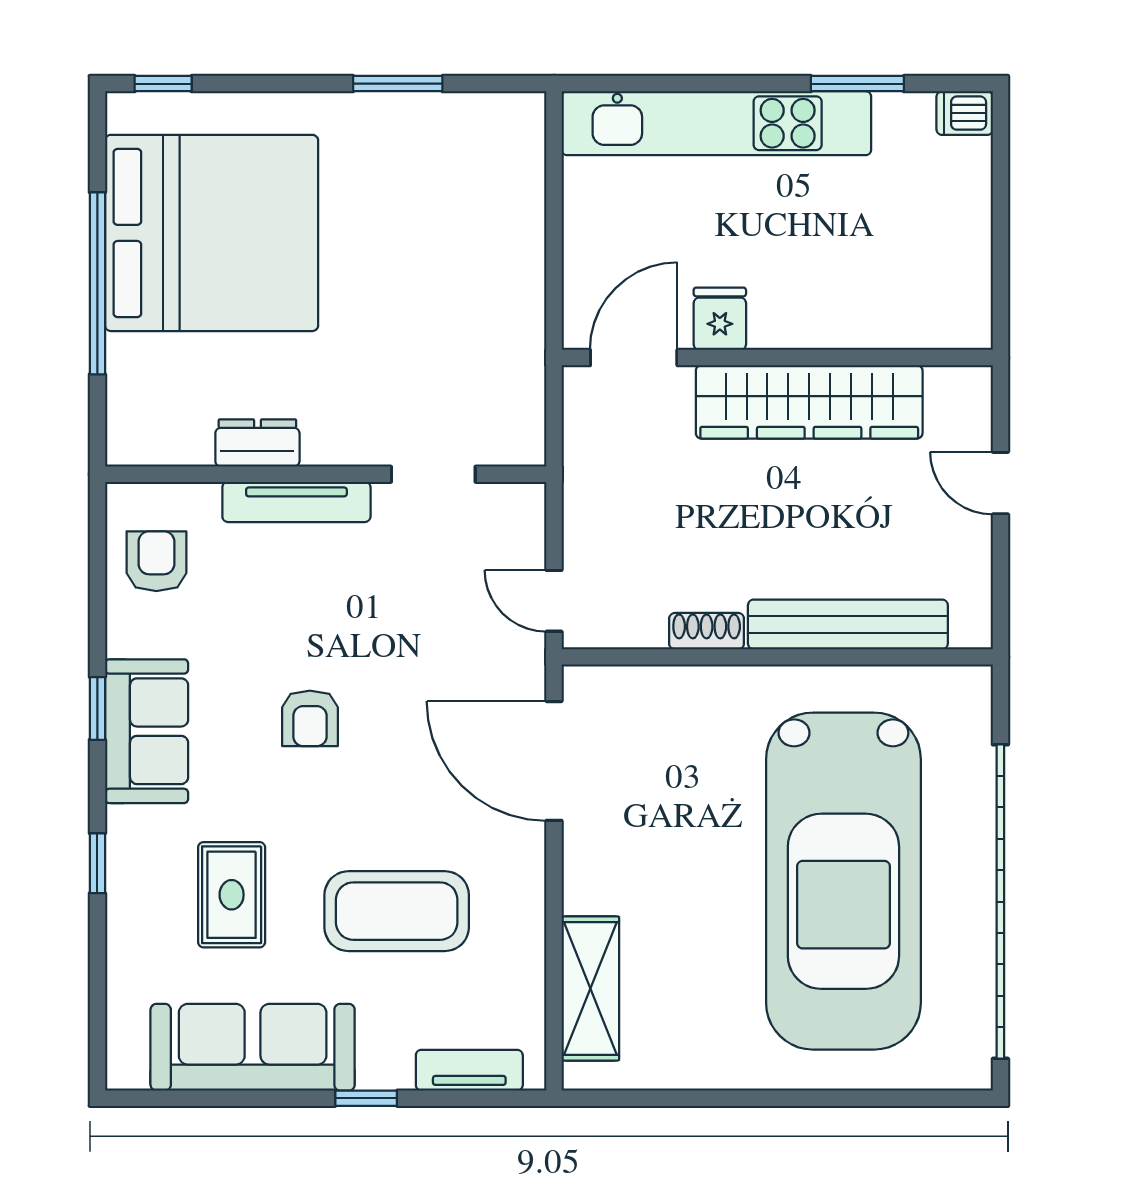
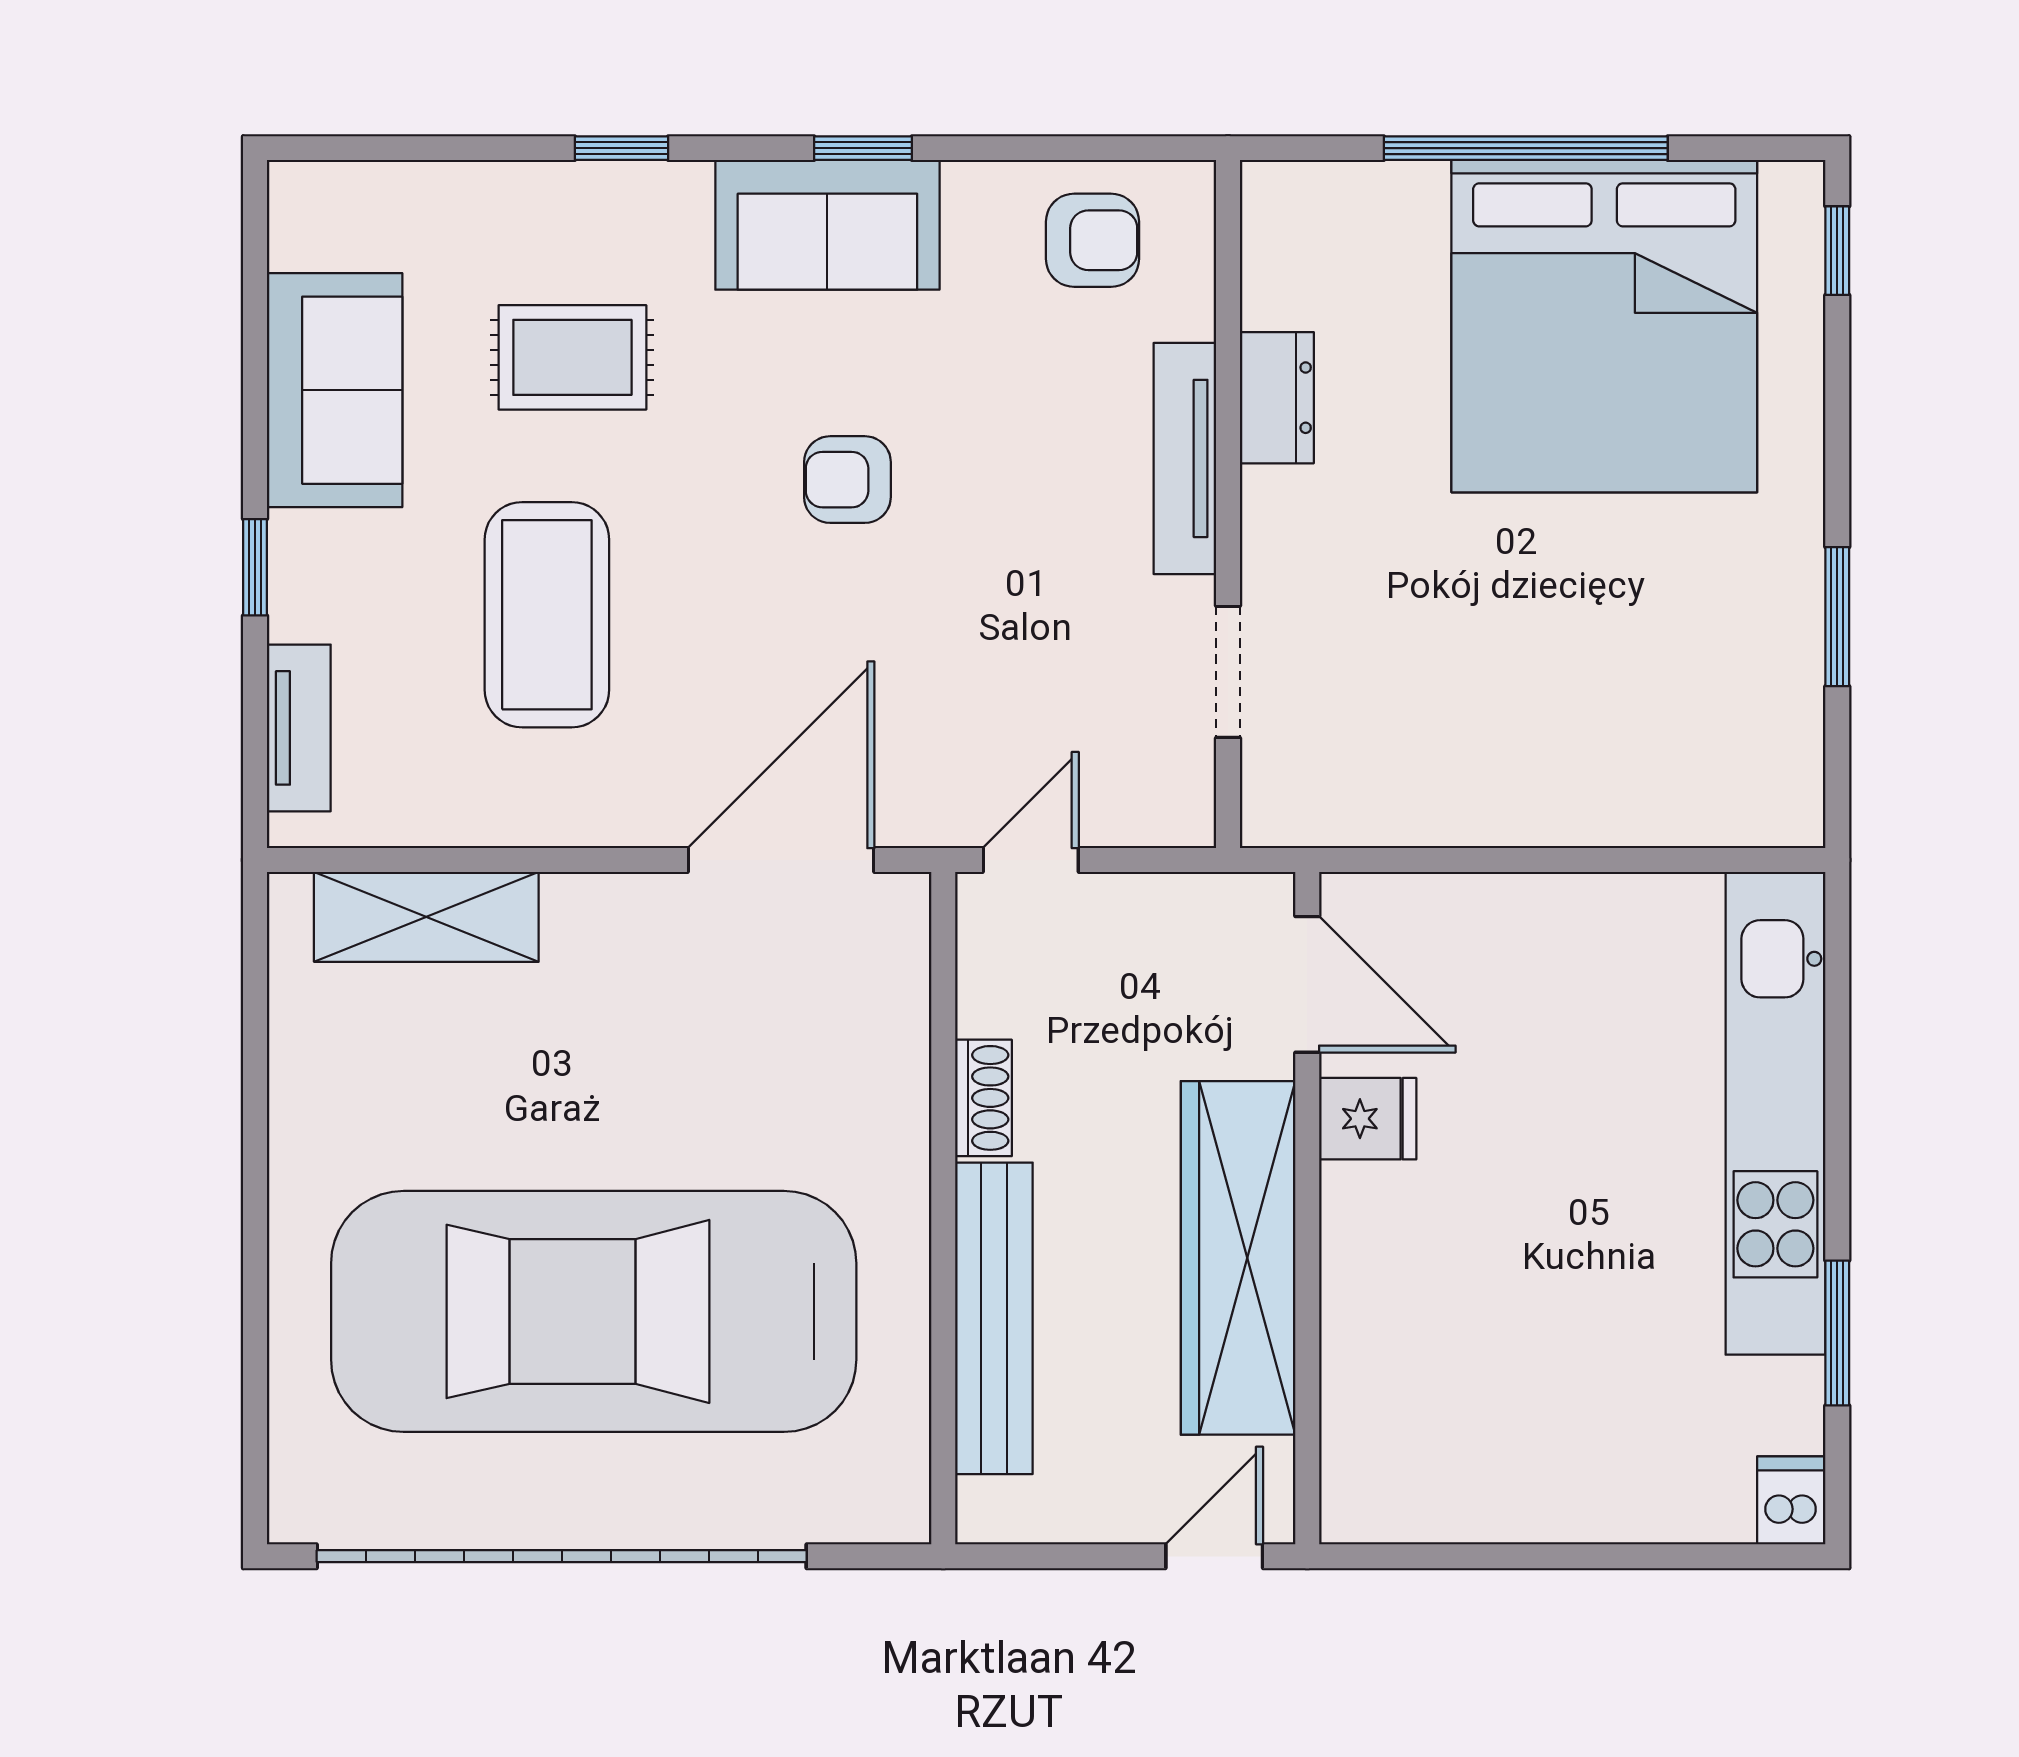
fridge: (720, 319) -> (1368, 1119), moved
door: (634, 358) -> (1307, 984), moved
wall: (777, 358) -> (1307, 1208), moved
wardrobe: (809, 402) -> (1238, 1258), moved
sofa: (253, 1047) -> (335, 390), width x0.73

